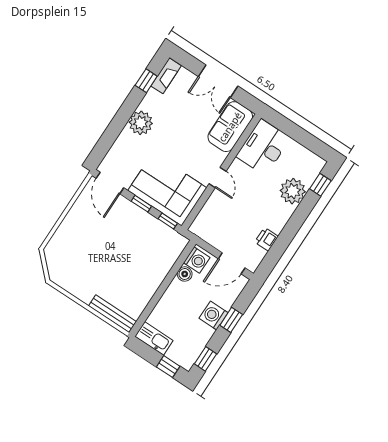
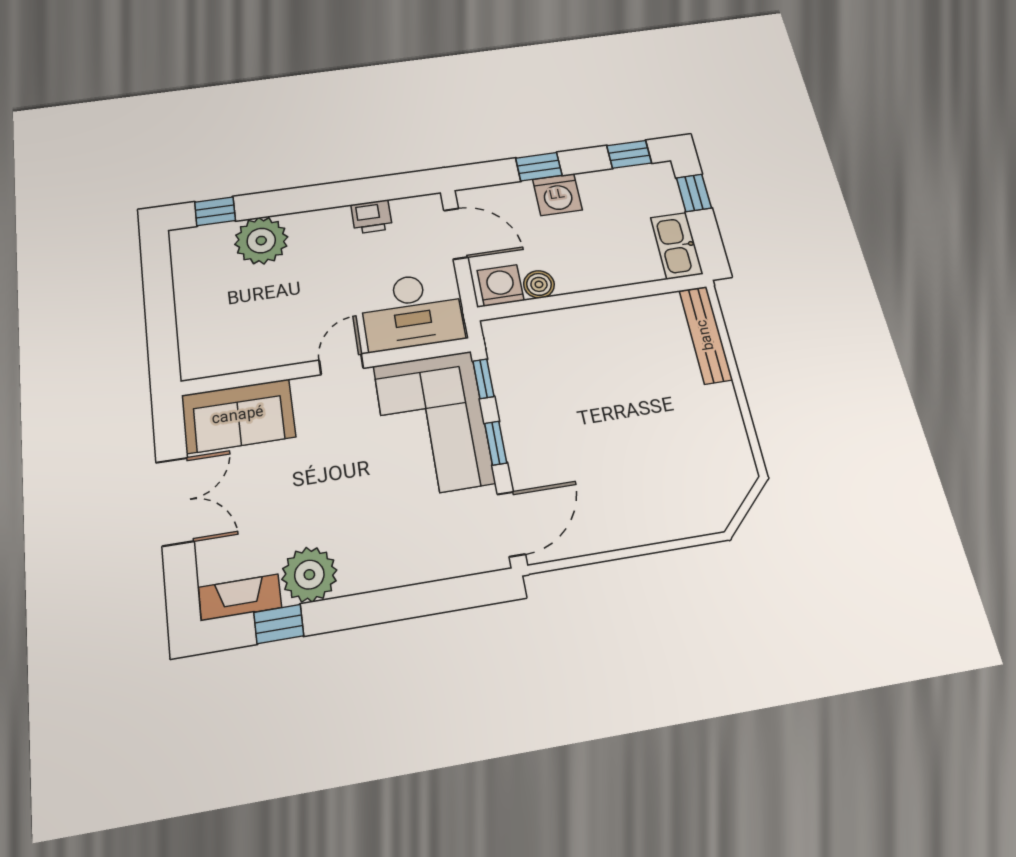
plant: (141, 123) -> (309, 575), moved
desk: (263, 147) -> (412, 311), moved

